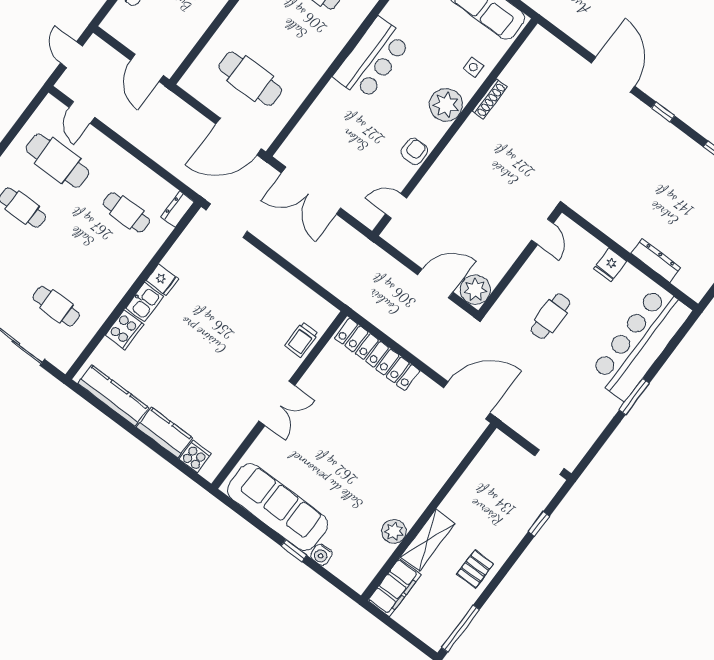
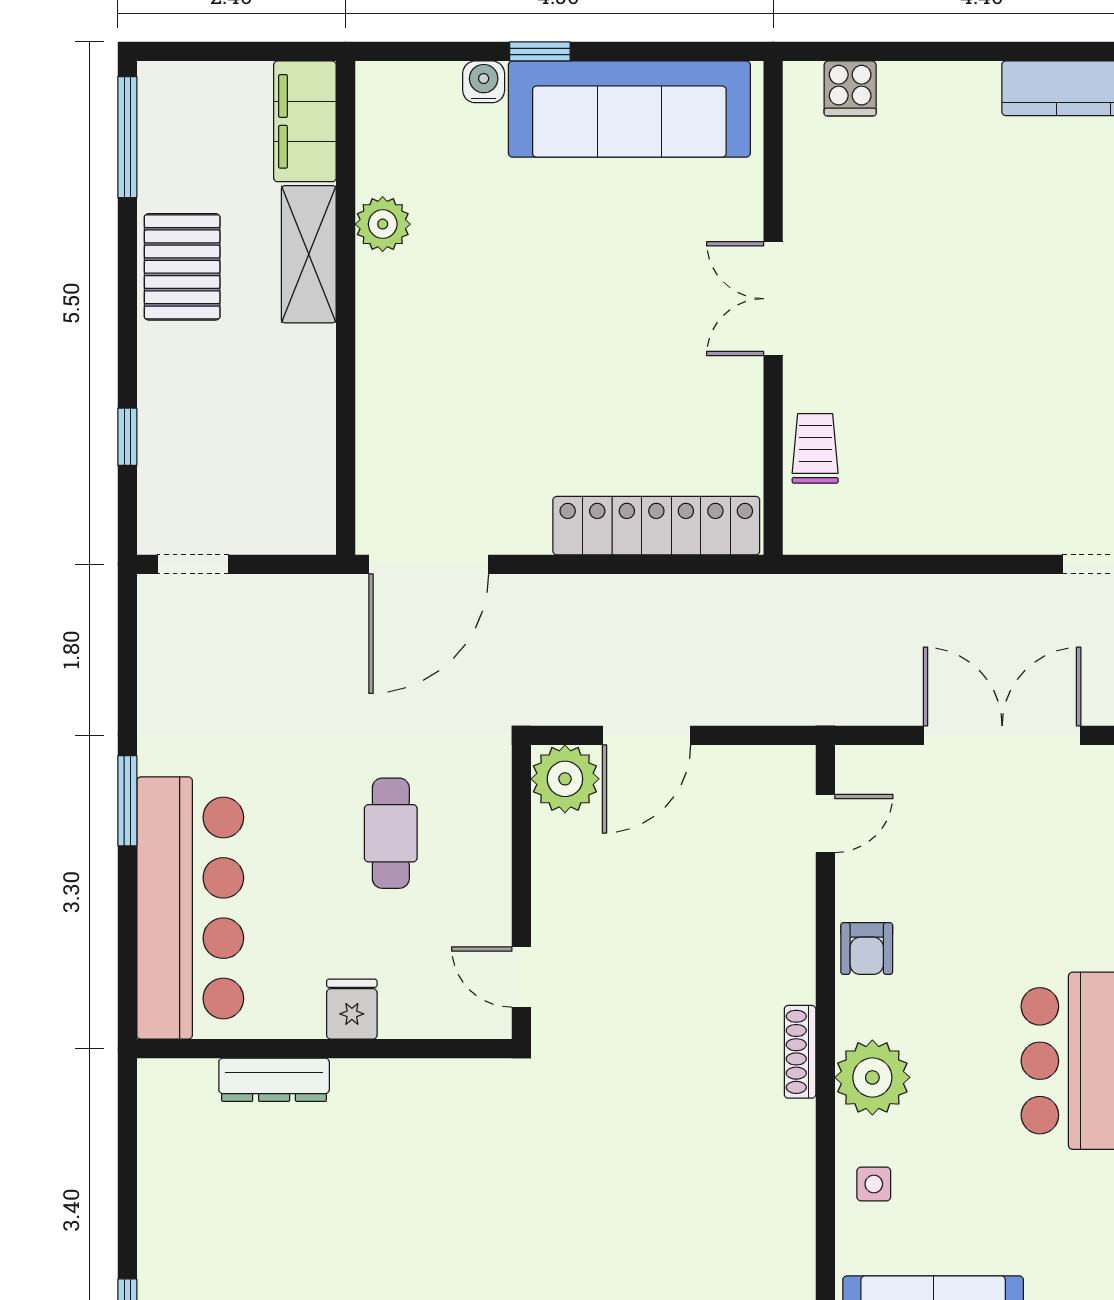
shoe rack: (490, 99) -> (800, 1052), moved
kitchen counter: (164, 433) -> (939, 90), removed
pallet: (475, 569) -> (182, 267), width x1.50, depth x1.42

